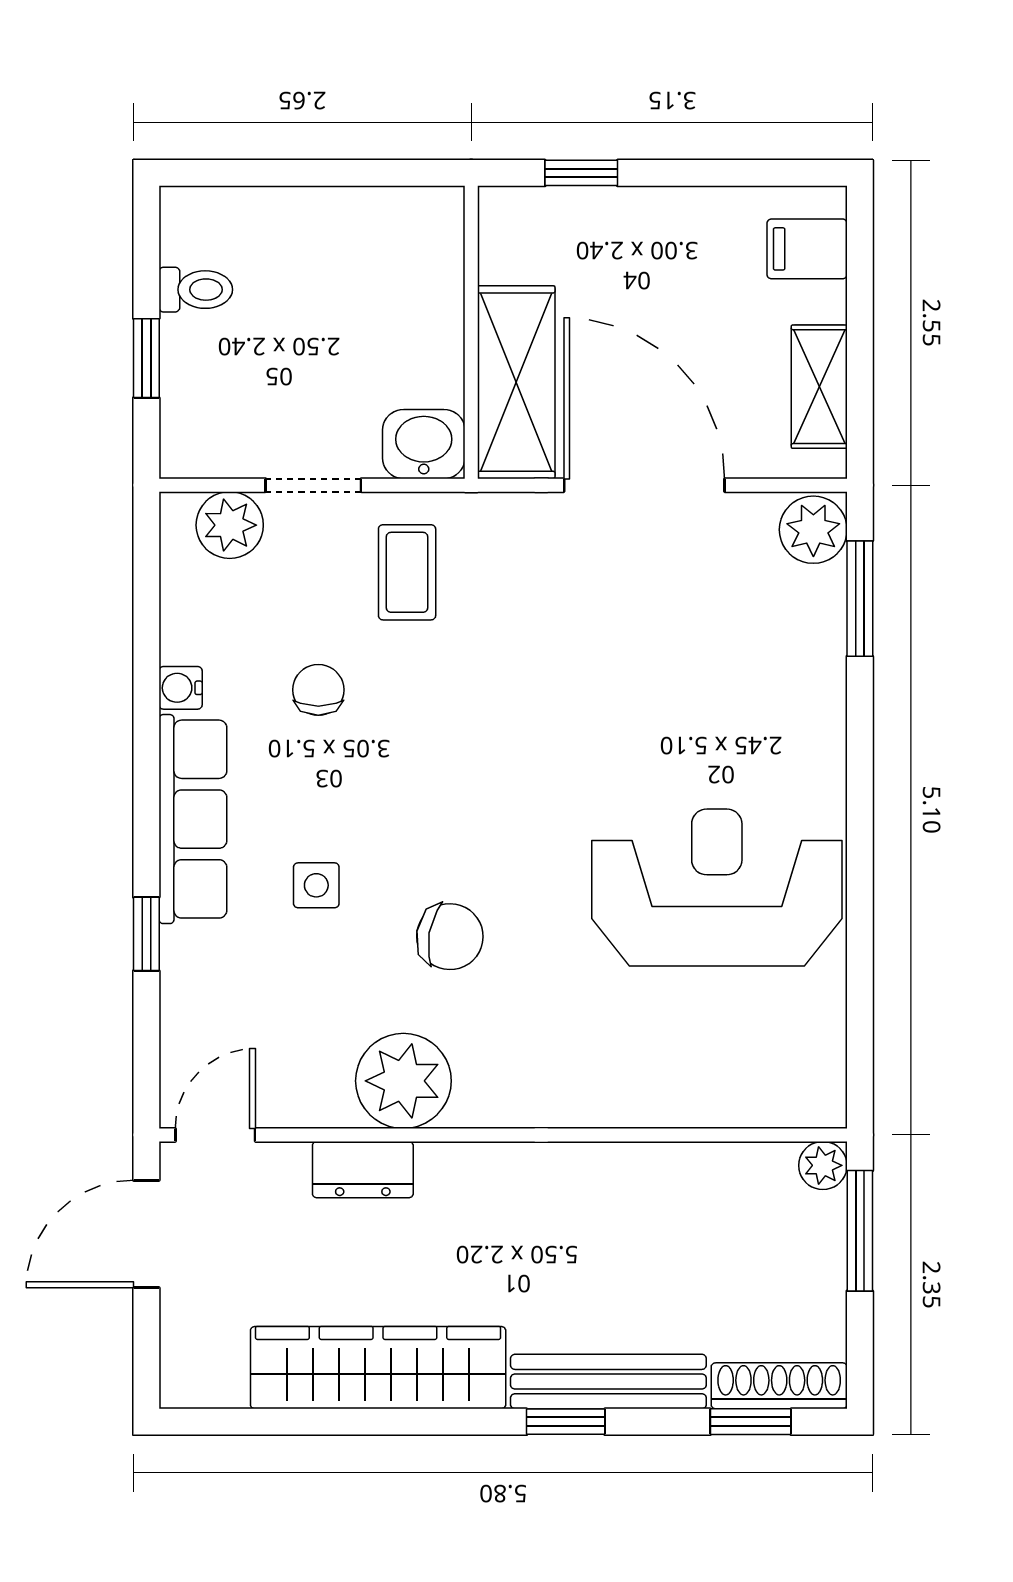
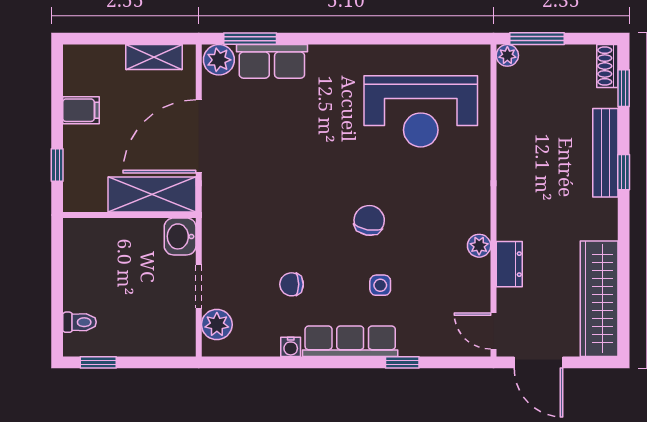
filing cabinet: (807, 249) -> (81, 110), moved, turned -90
toilet: (196, 290) -> (80, 322), moved, turned 90
window: (146, 358) -> (98, 362), moved
coffee table: (407, 572) -> (238, 244), removed
row of seats: (810, 647) -> (272, 61), added
reception desk: (717, 888) -> (421, 111), moved, turned -90
chair: (450, 937) -> (369, 220), moved
plant: (403, 1081) -> (479, 246), width x0.53, depth x0.53
wardrobe: (378, 1368) -> (599, 299), moved
shoe rack: (779, 1386) -> (607, 66), width x0.70

